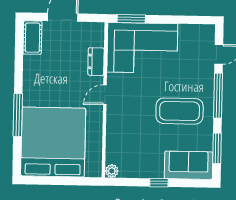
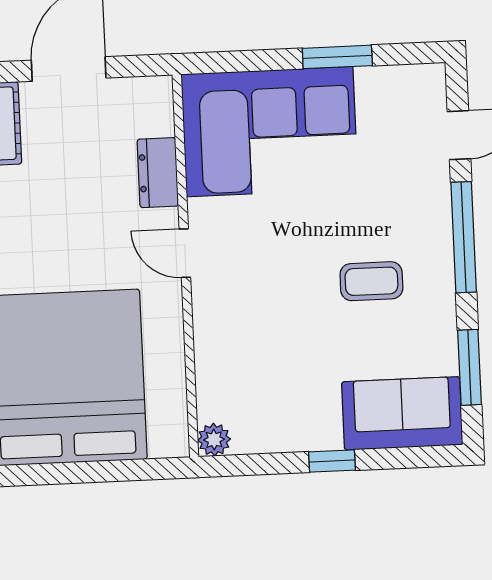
window: (131, 19) -> (337, 57), moved
door: (105, 95) -> (185, 253), hinge flipped
coffee table: (180, 111) -> (371, 281), width x0.54, depth x0.58

